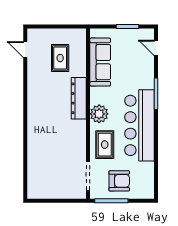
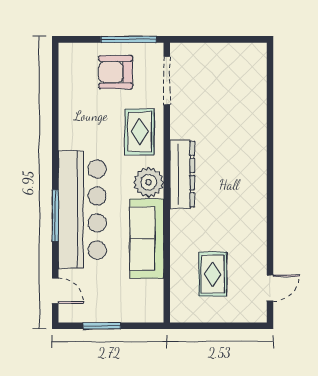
door: (25, 50) -> (270, 288), hinge flipped
sofa: (100, 62) -> (147, 239), moved
dresser: (79, 98) -> (182, 174), moved
bar counter: (139, 125) -> (82, 210), moved

